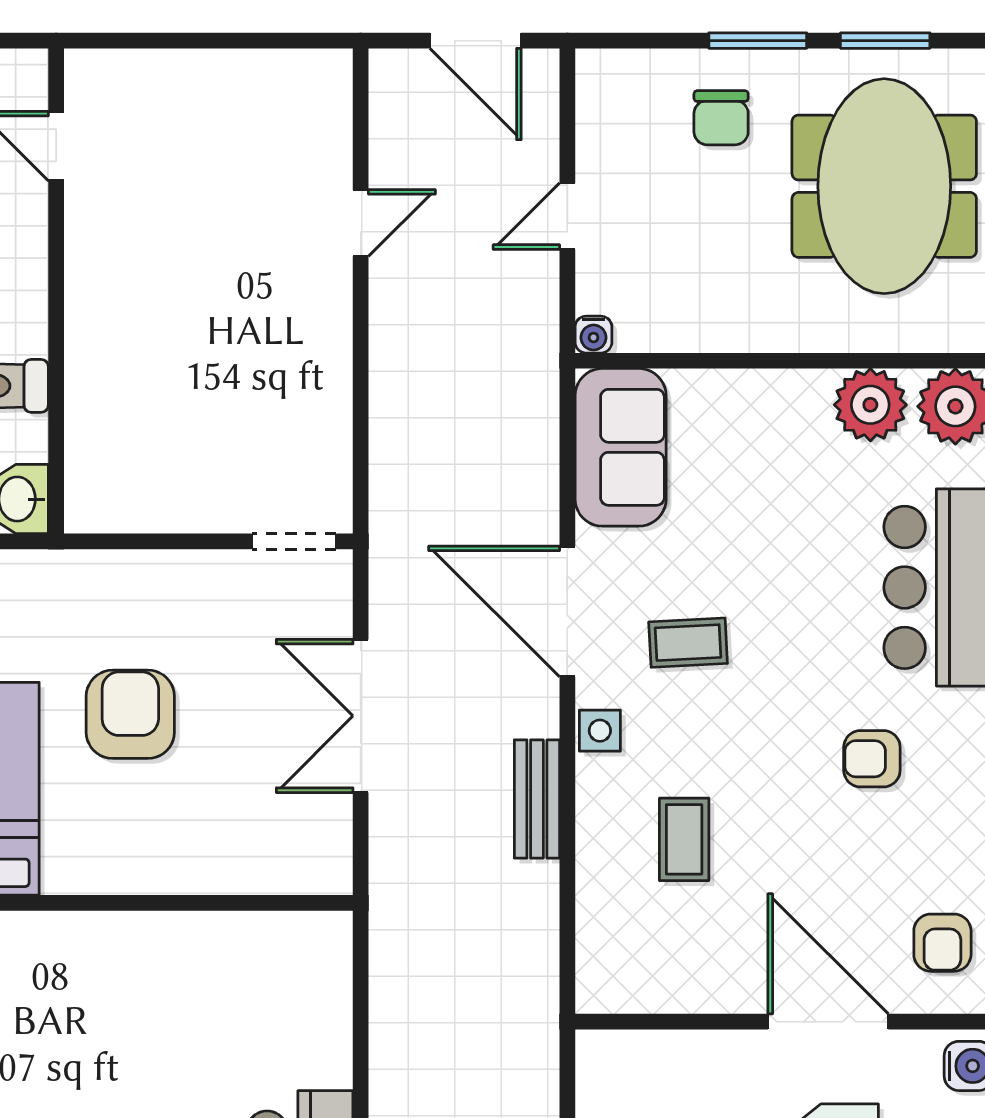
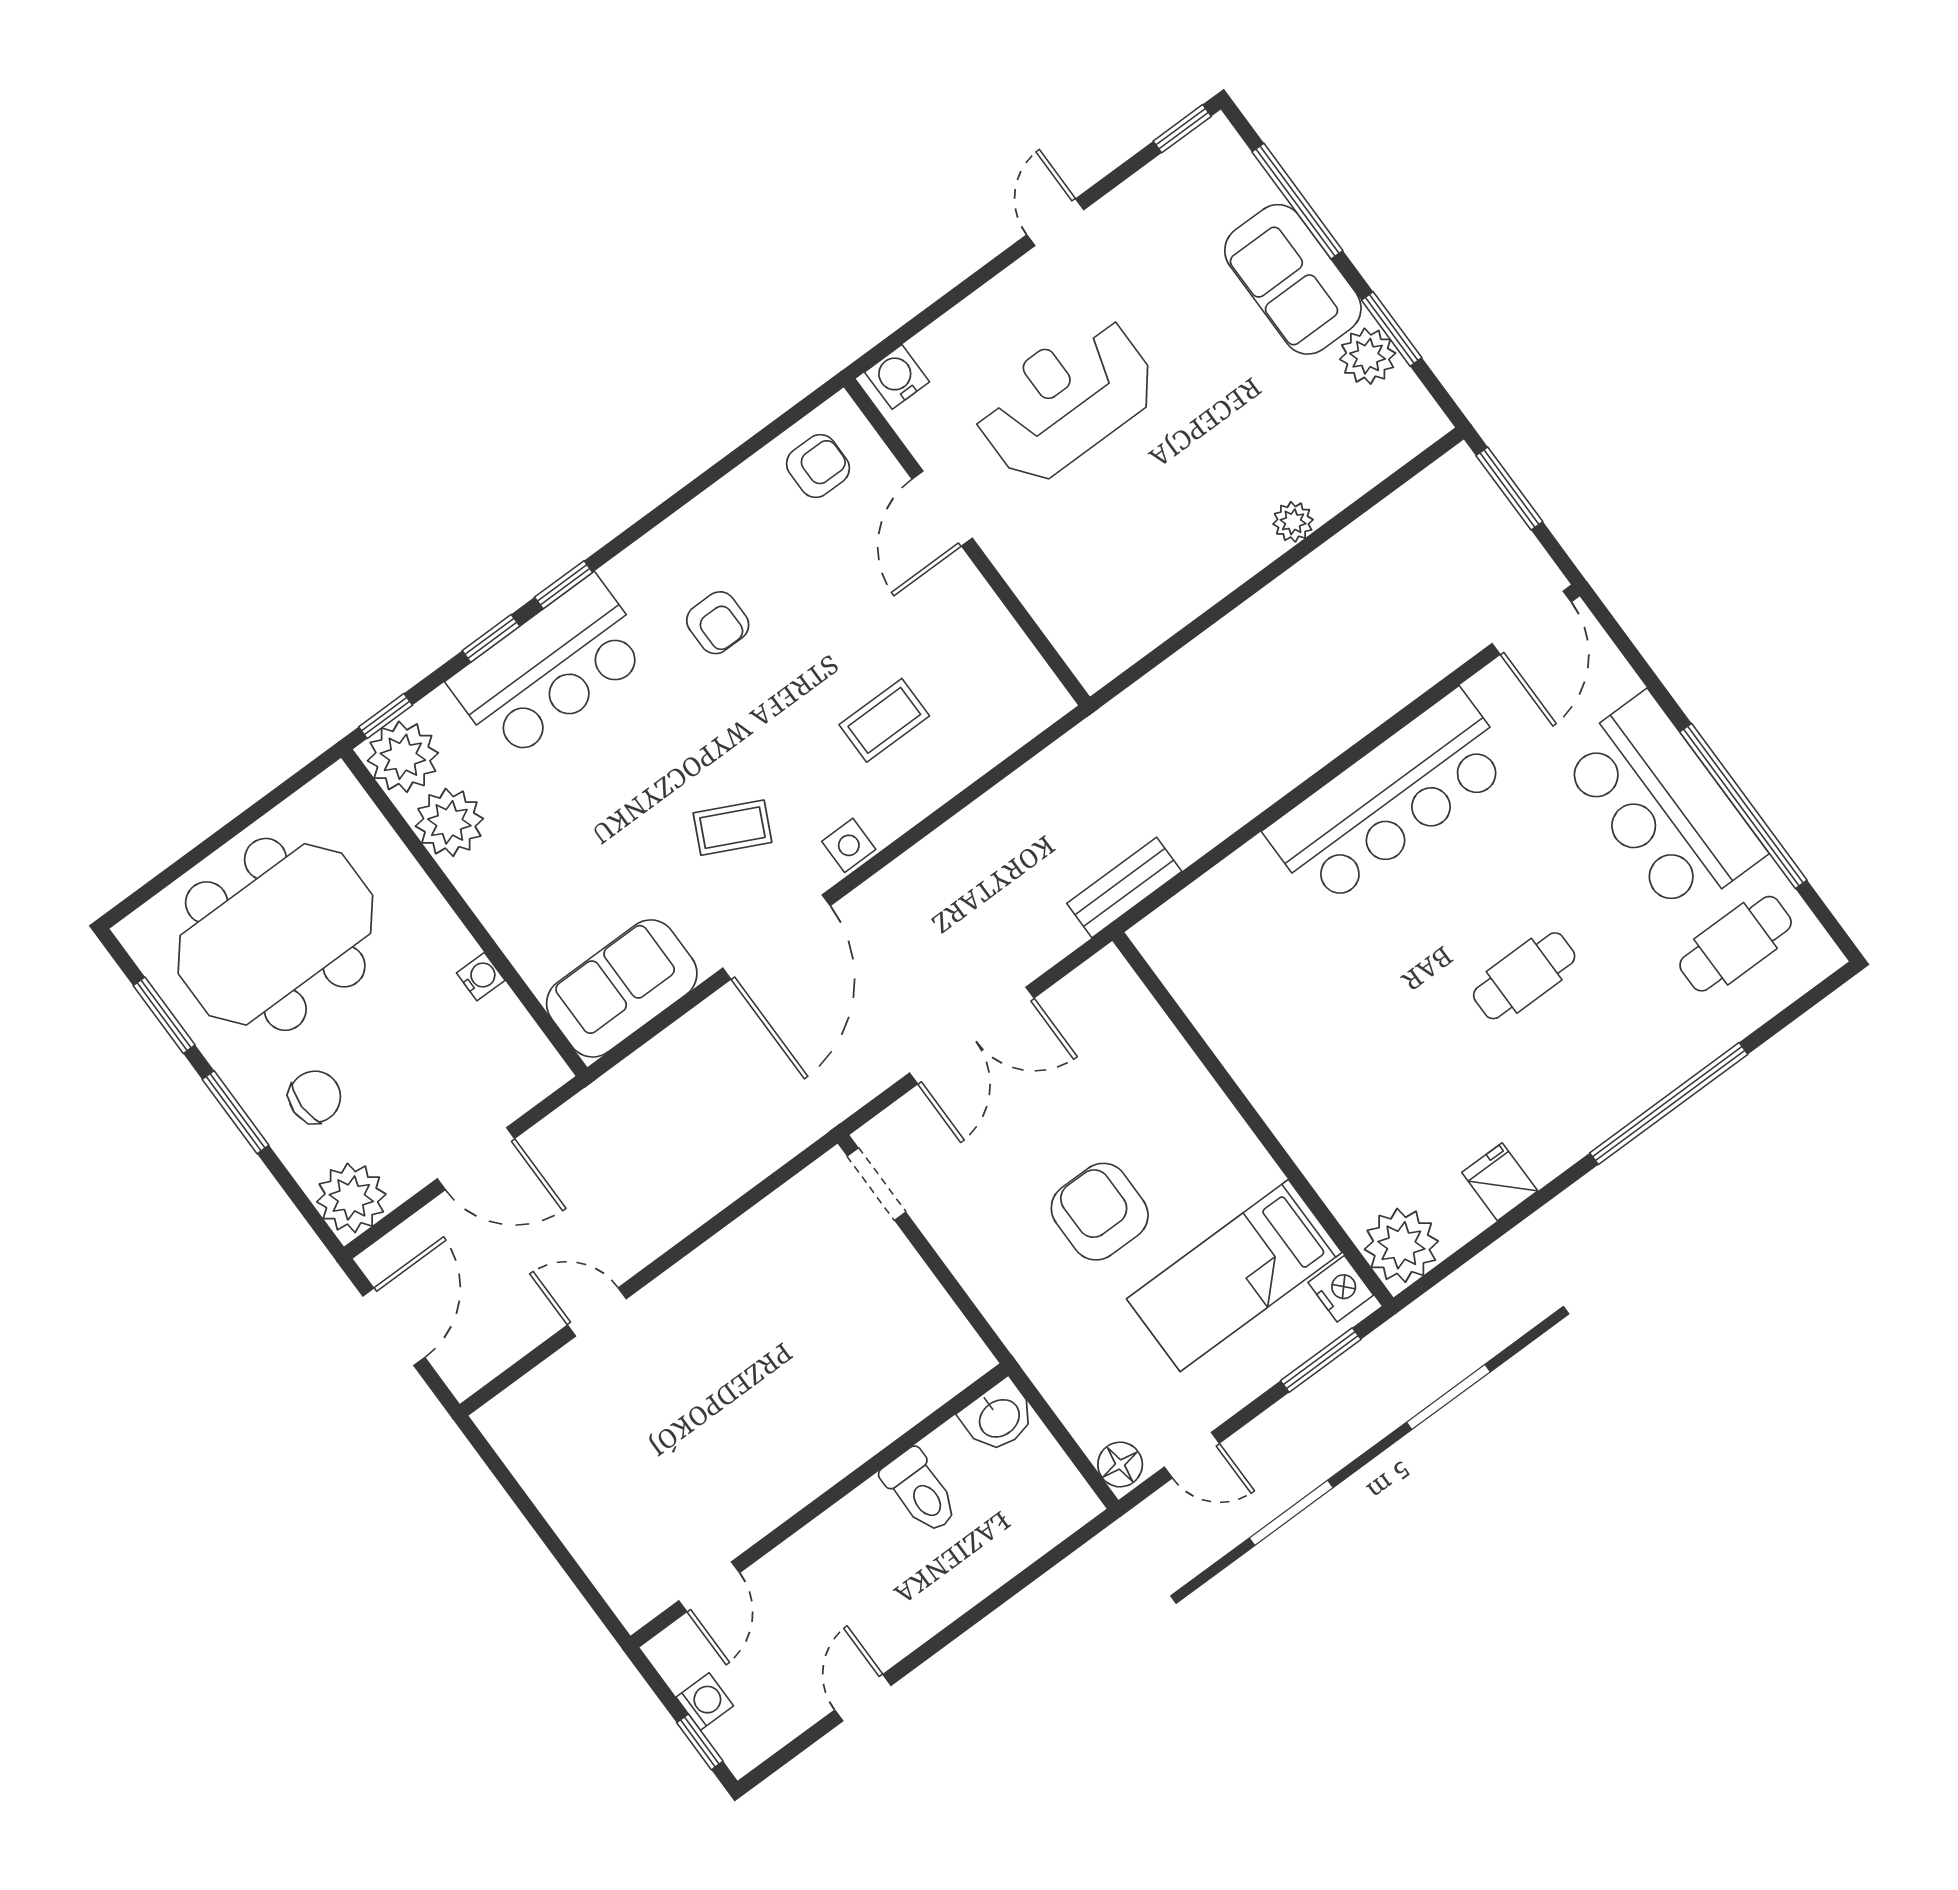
plant: (612, 85) -> (351, 1198), added
door: (567, 216) -> (476, 1159), width x1.38
water cooler: (593, 335) -> (481, 977), moved
coffee table: (688, 643) -> (732, 828), turned -61
armchair: (130, 714) -> (1100, 1212), turned 90
bench: (537, 799) -> (1124, 887), moved
door: (828, 1022) -> (942, 509), width x0.73

